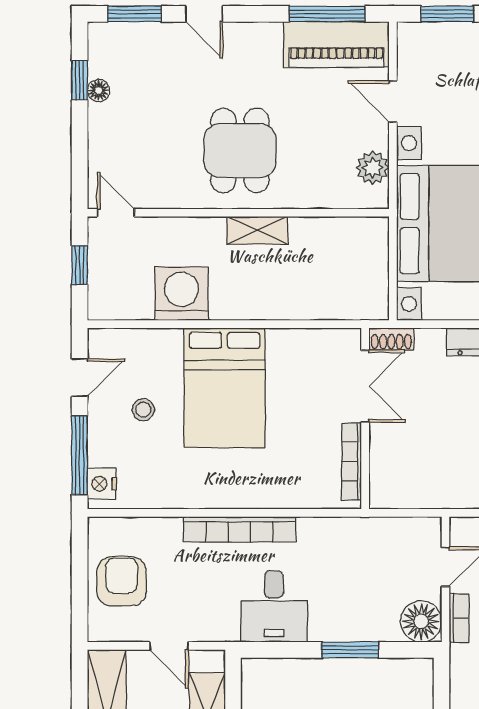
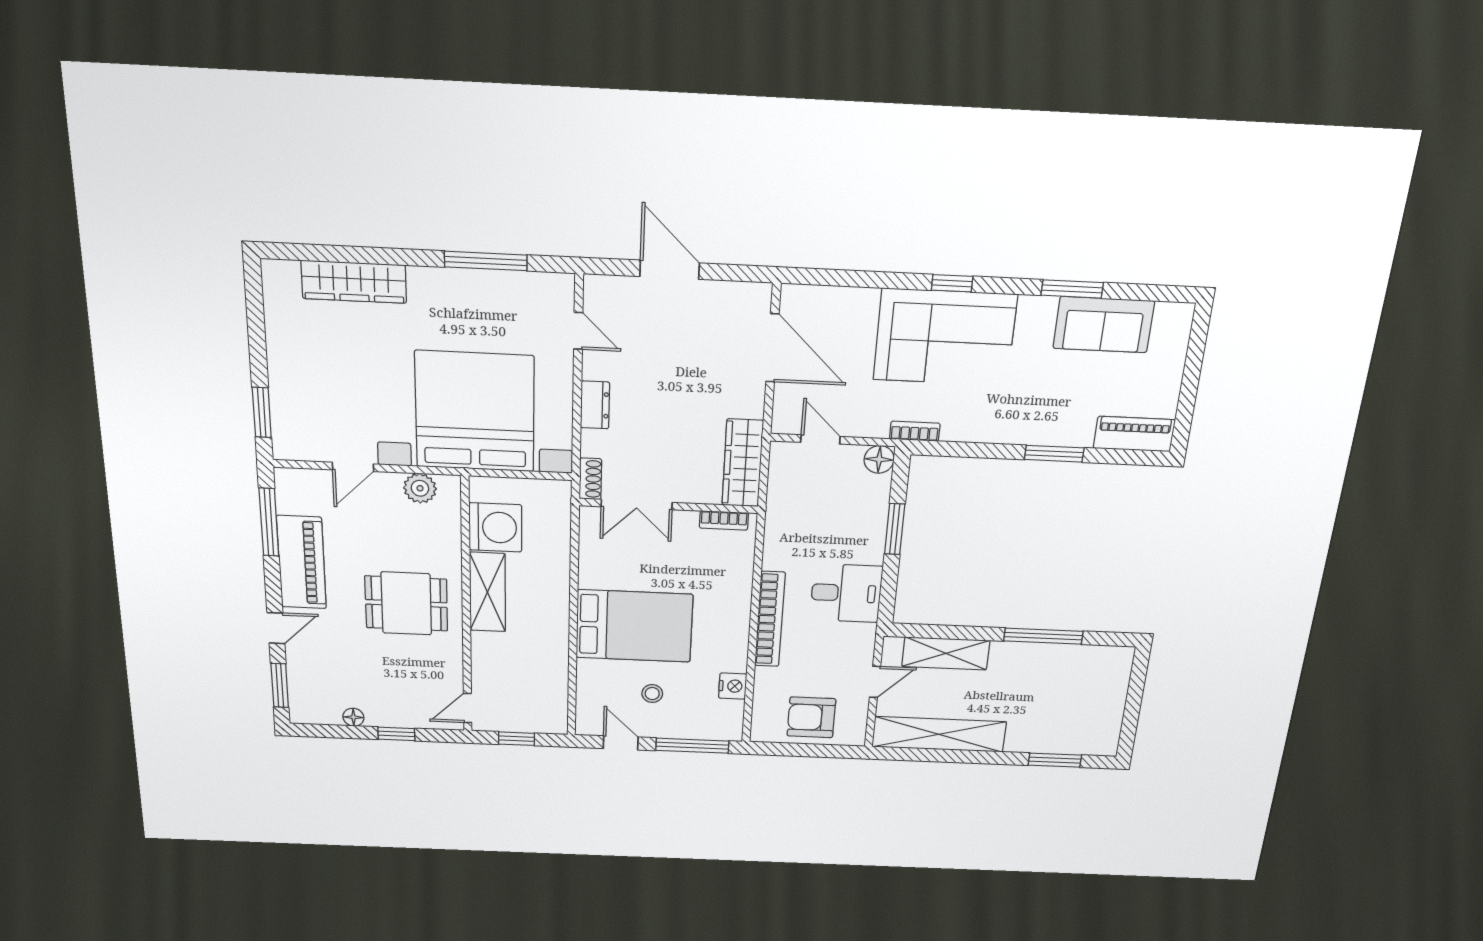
piano: (336, 45) -> (302, 562), moved
window: (80, 80) -> (396, 734), moved
shelving: (257, 230) -> (487, 592), width x1.50, depth x1.33
washing machine: (182, 294) -> (495, 527), moved, turned 180
double door: (365, 386) -> (637, 505), swing flipped
bookcase: (352, 461) -> (724, 520), width x0.64
nightstand: (102, 484) -> (733, 686), moved, turned -90
wardrobe: (416, 491) -> (743, 463), added
bookcase: (459, 618) -> (915, 431), moved
floor lamp: (421, 621) -> (879, 459), width x0.73, depth x0.73

